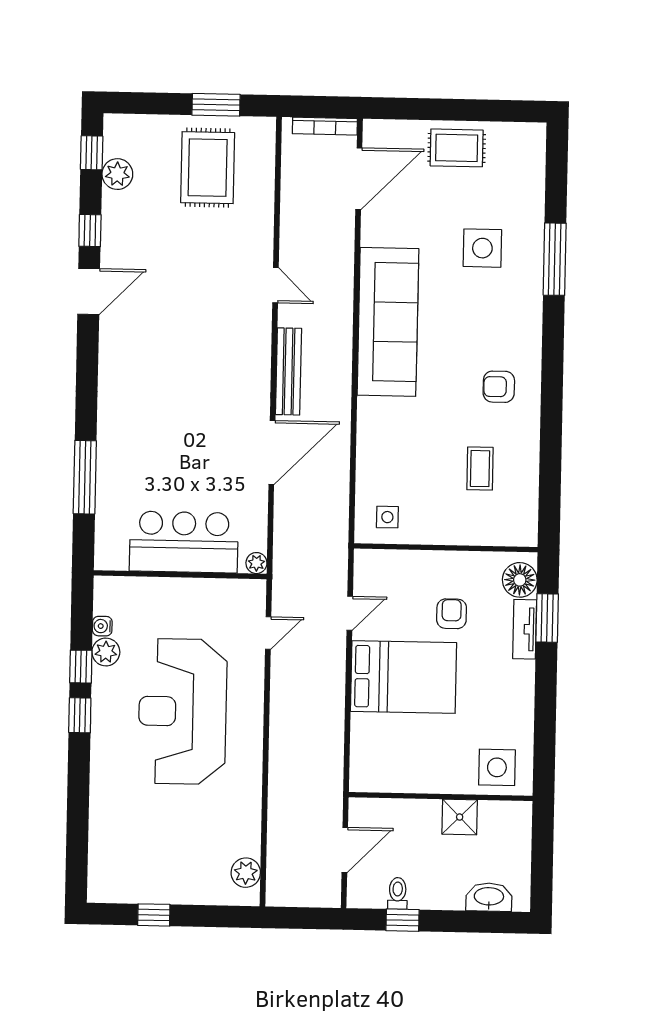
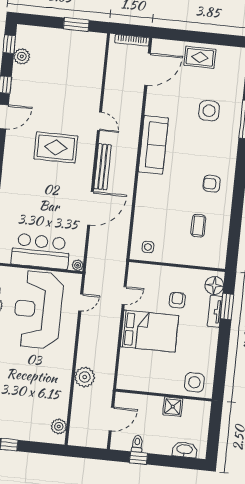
rug: (208, 168) -> (56, 147), moved, turned 90
sofa: (388, 322) -> (153, 145), width x0.74, depth x0.79
reception desk: (182, 711) -> (38, 310), moved
plant: (287, 775) -> (85, 377), added

